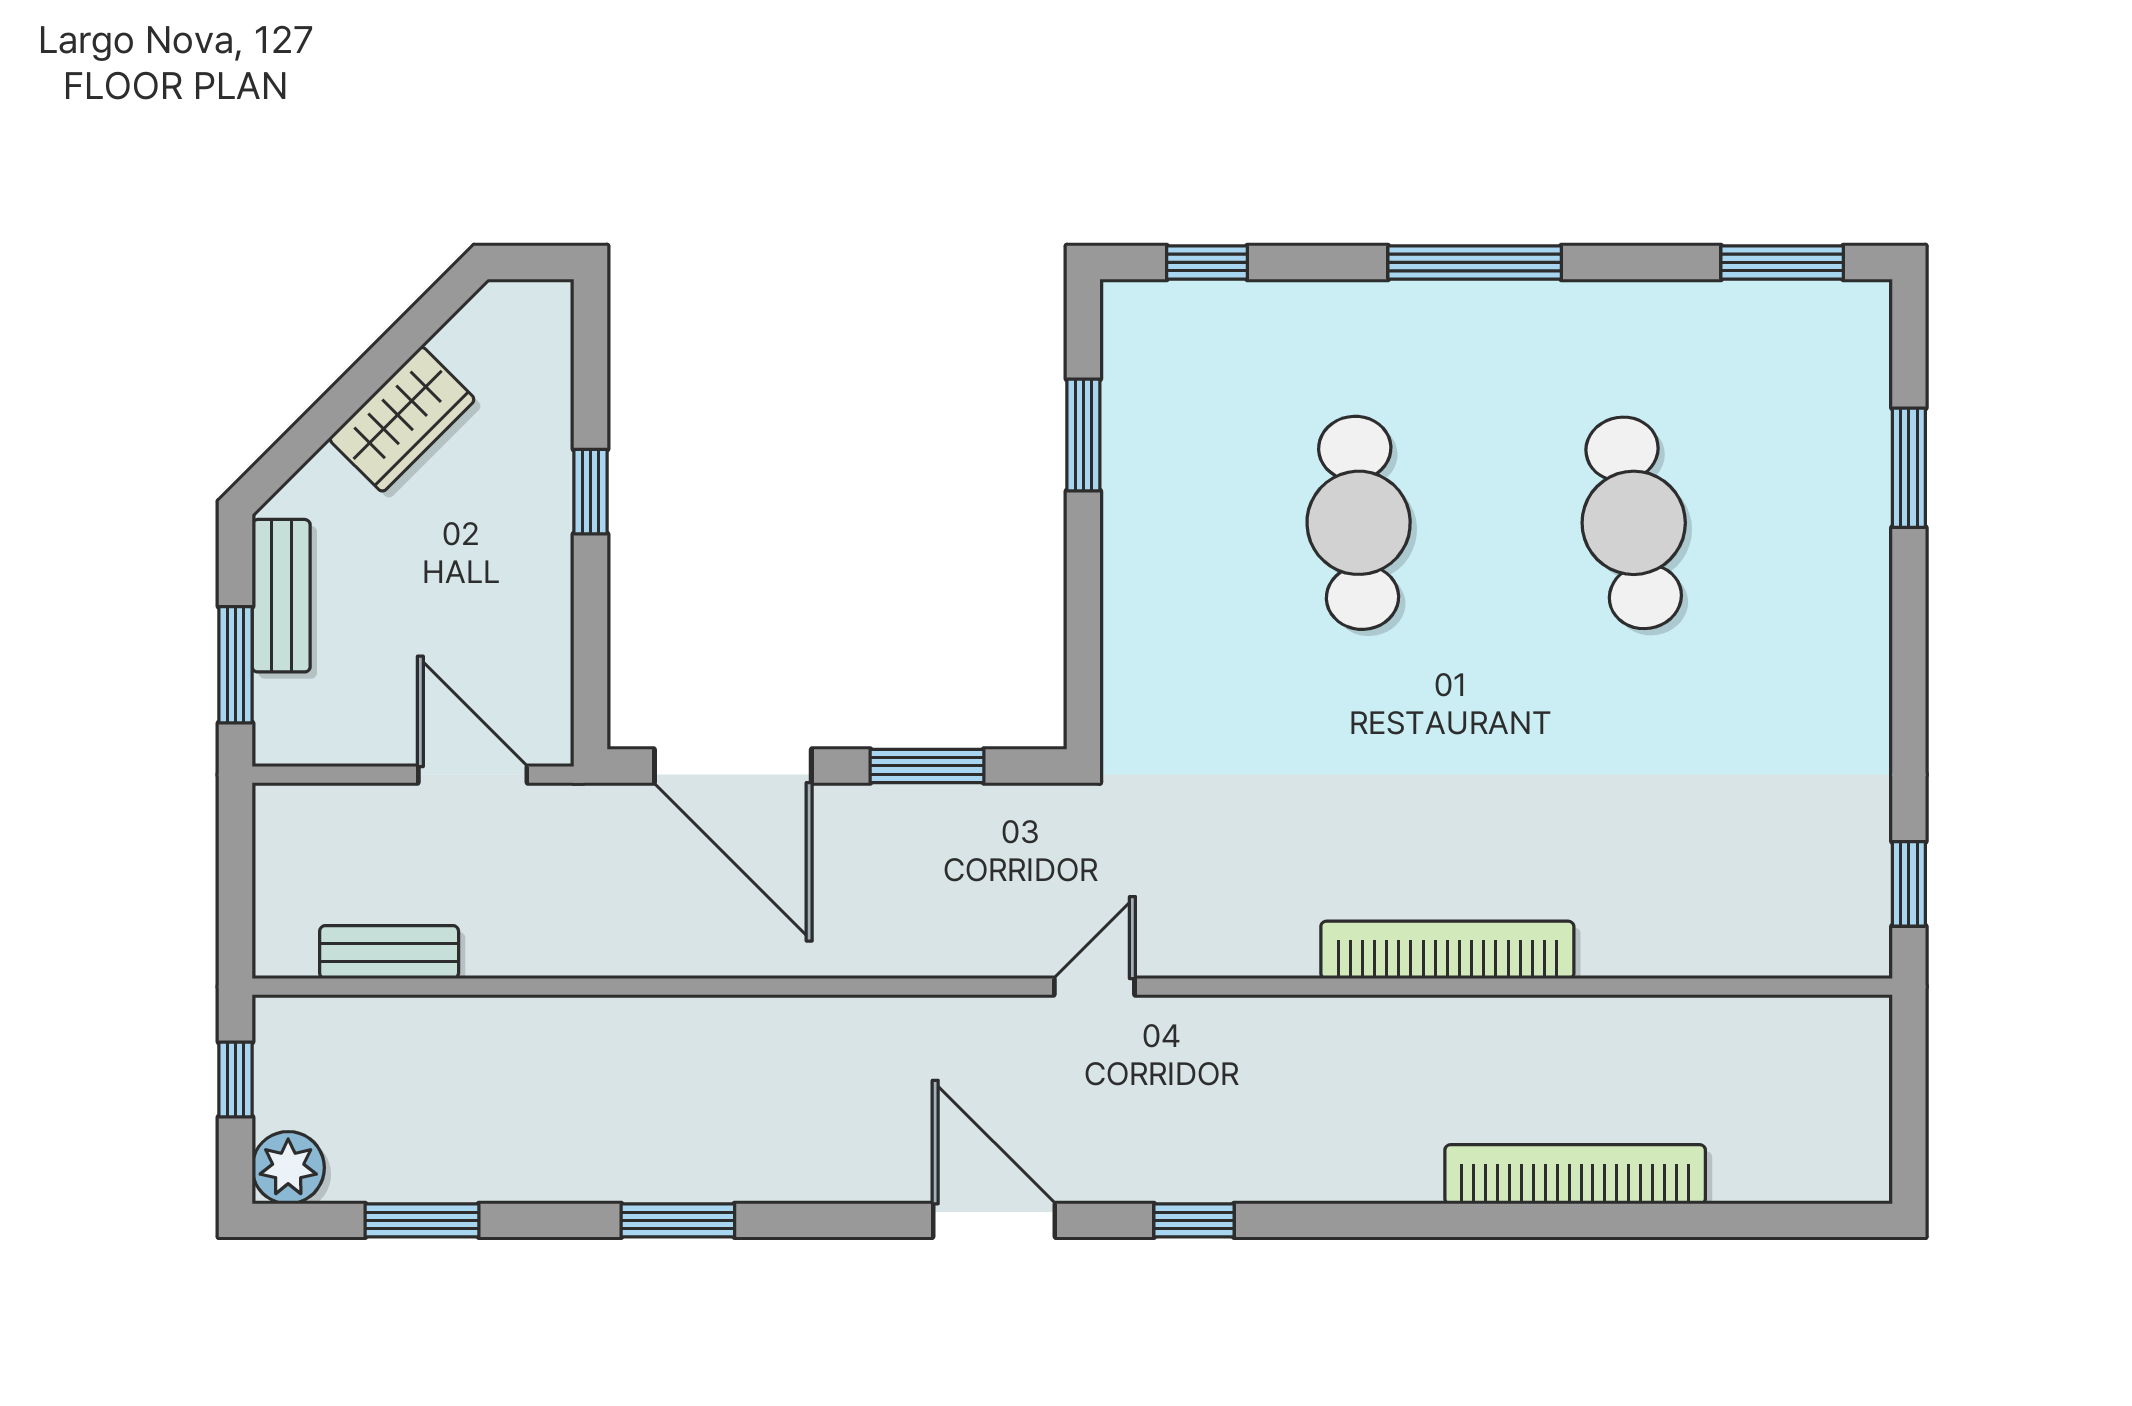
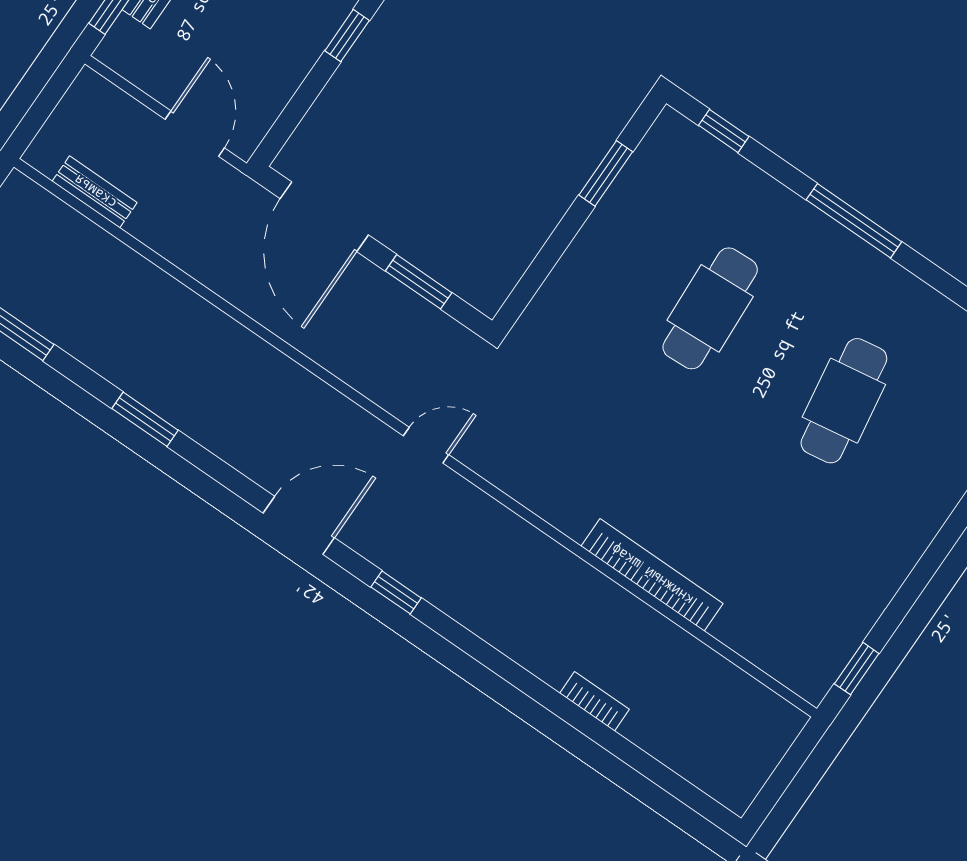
bookcase: (1447, 950) -> (652, 575), moved
bookcase: (1575, 1174) -> (595, 701), width x0.43, depth x0.76
door: (994, 1220) -> (299, 525), hinge flipped

